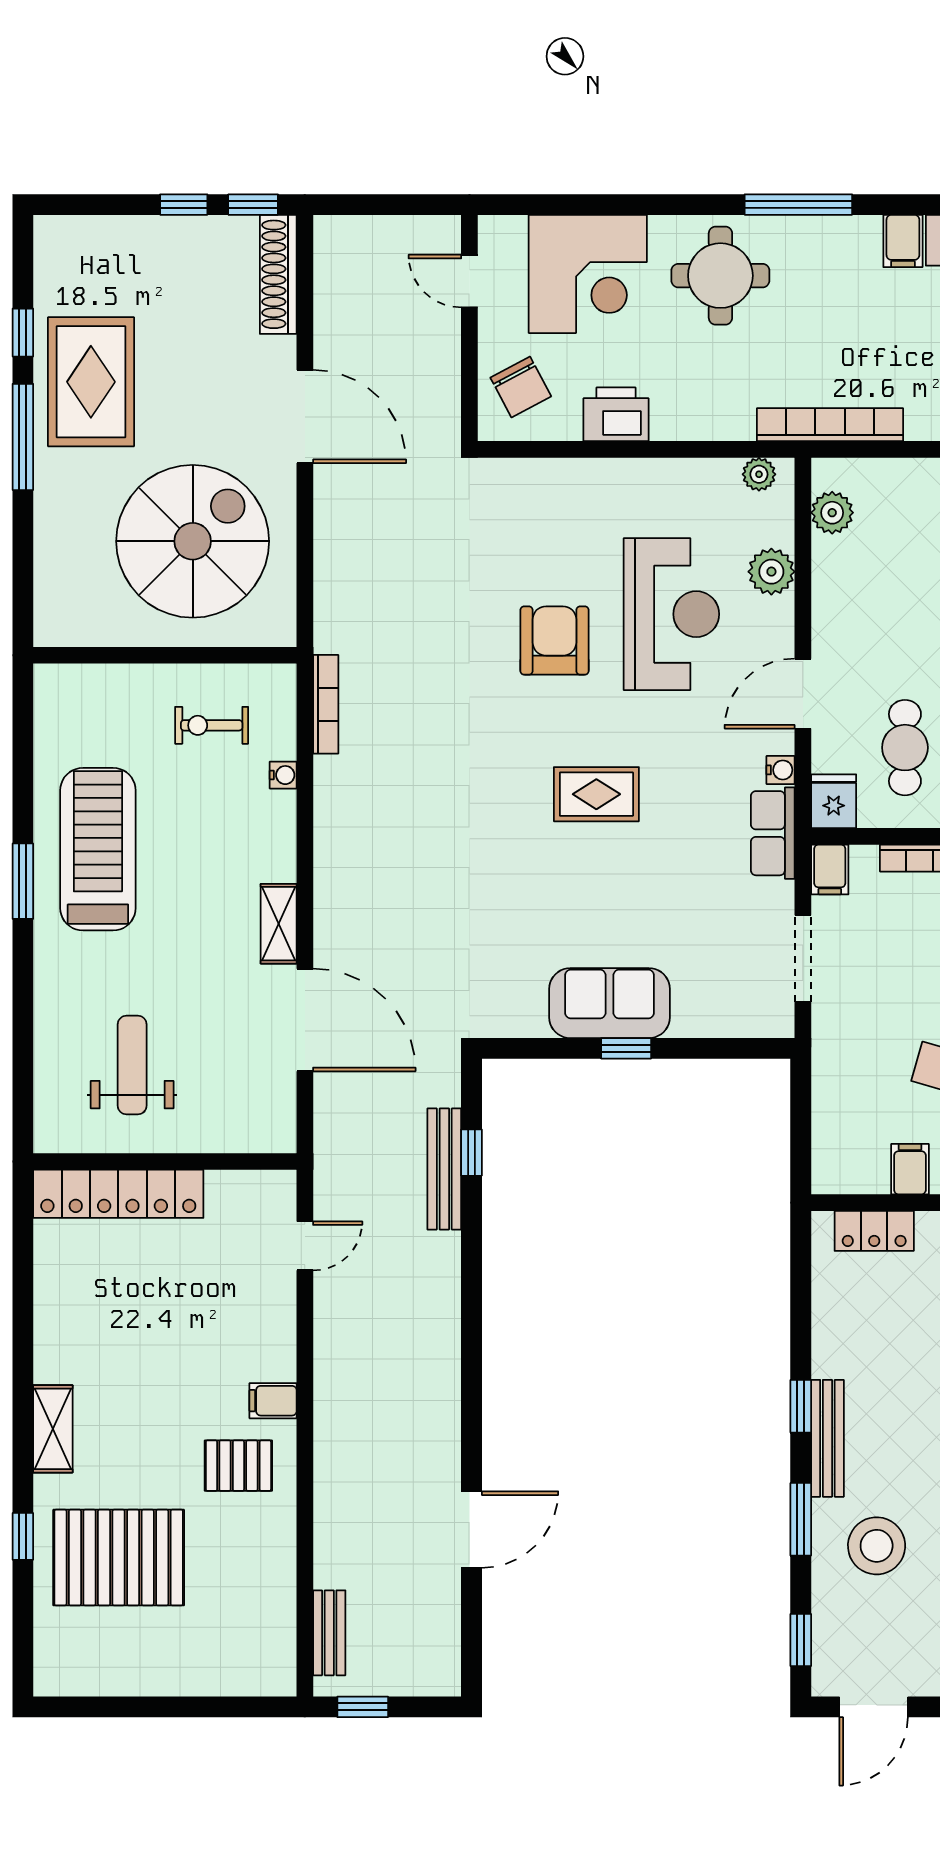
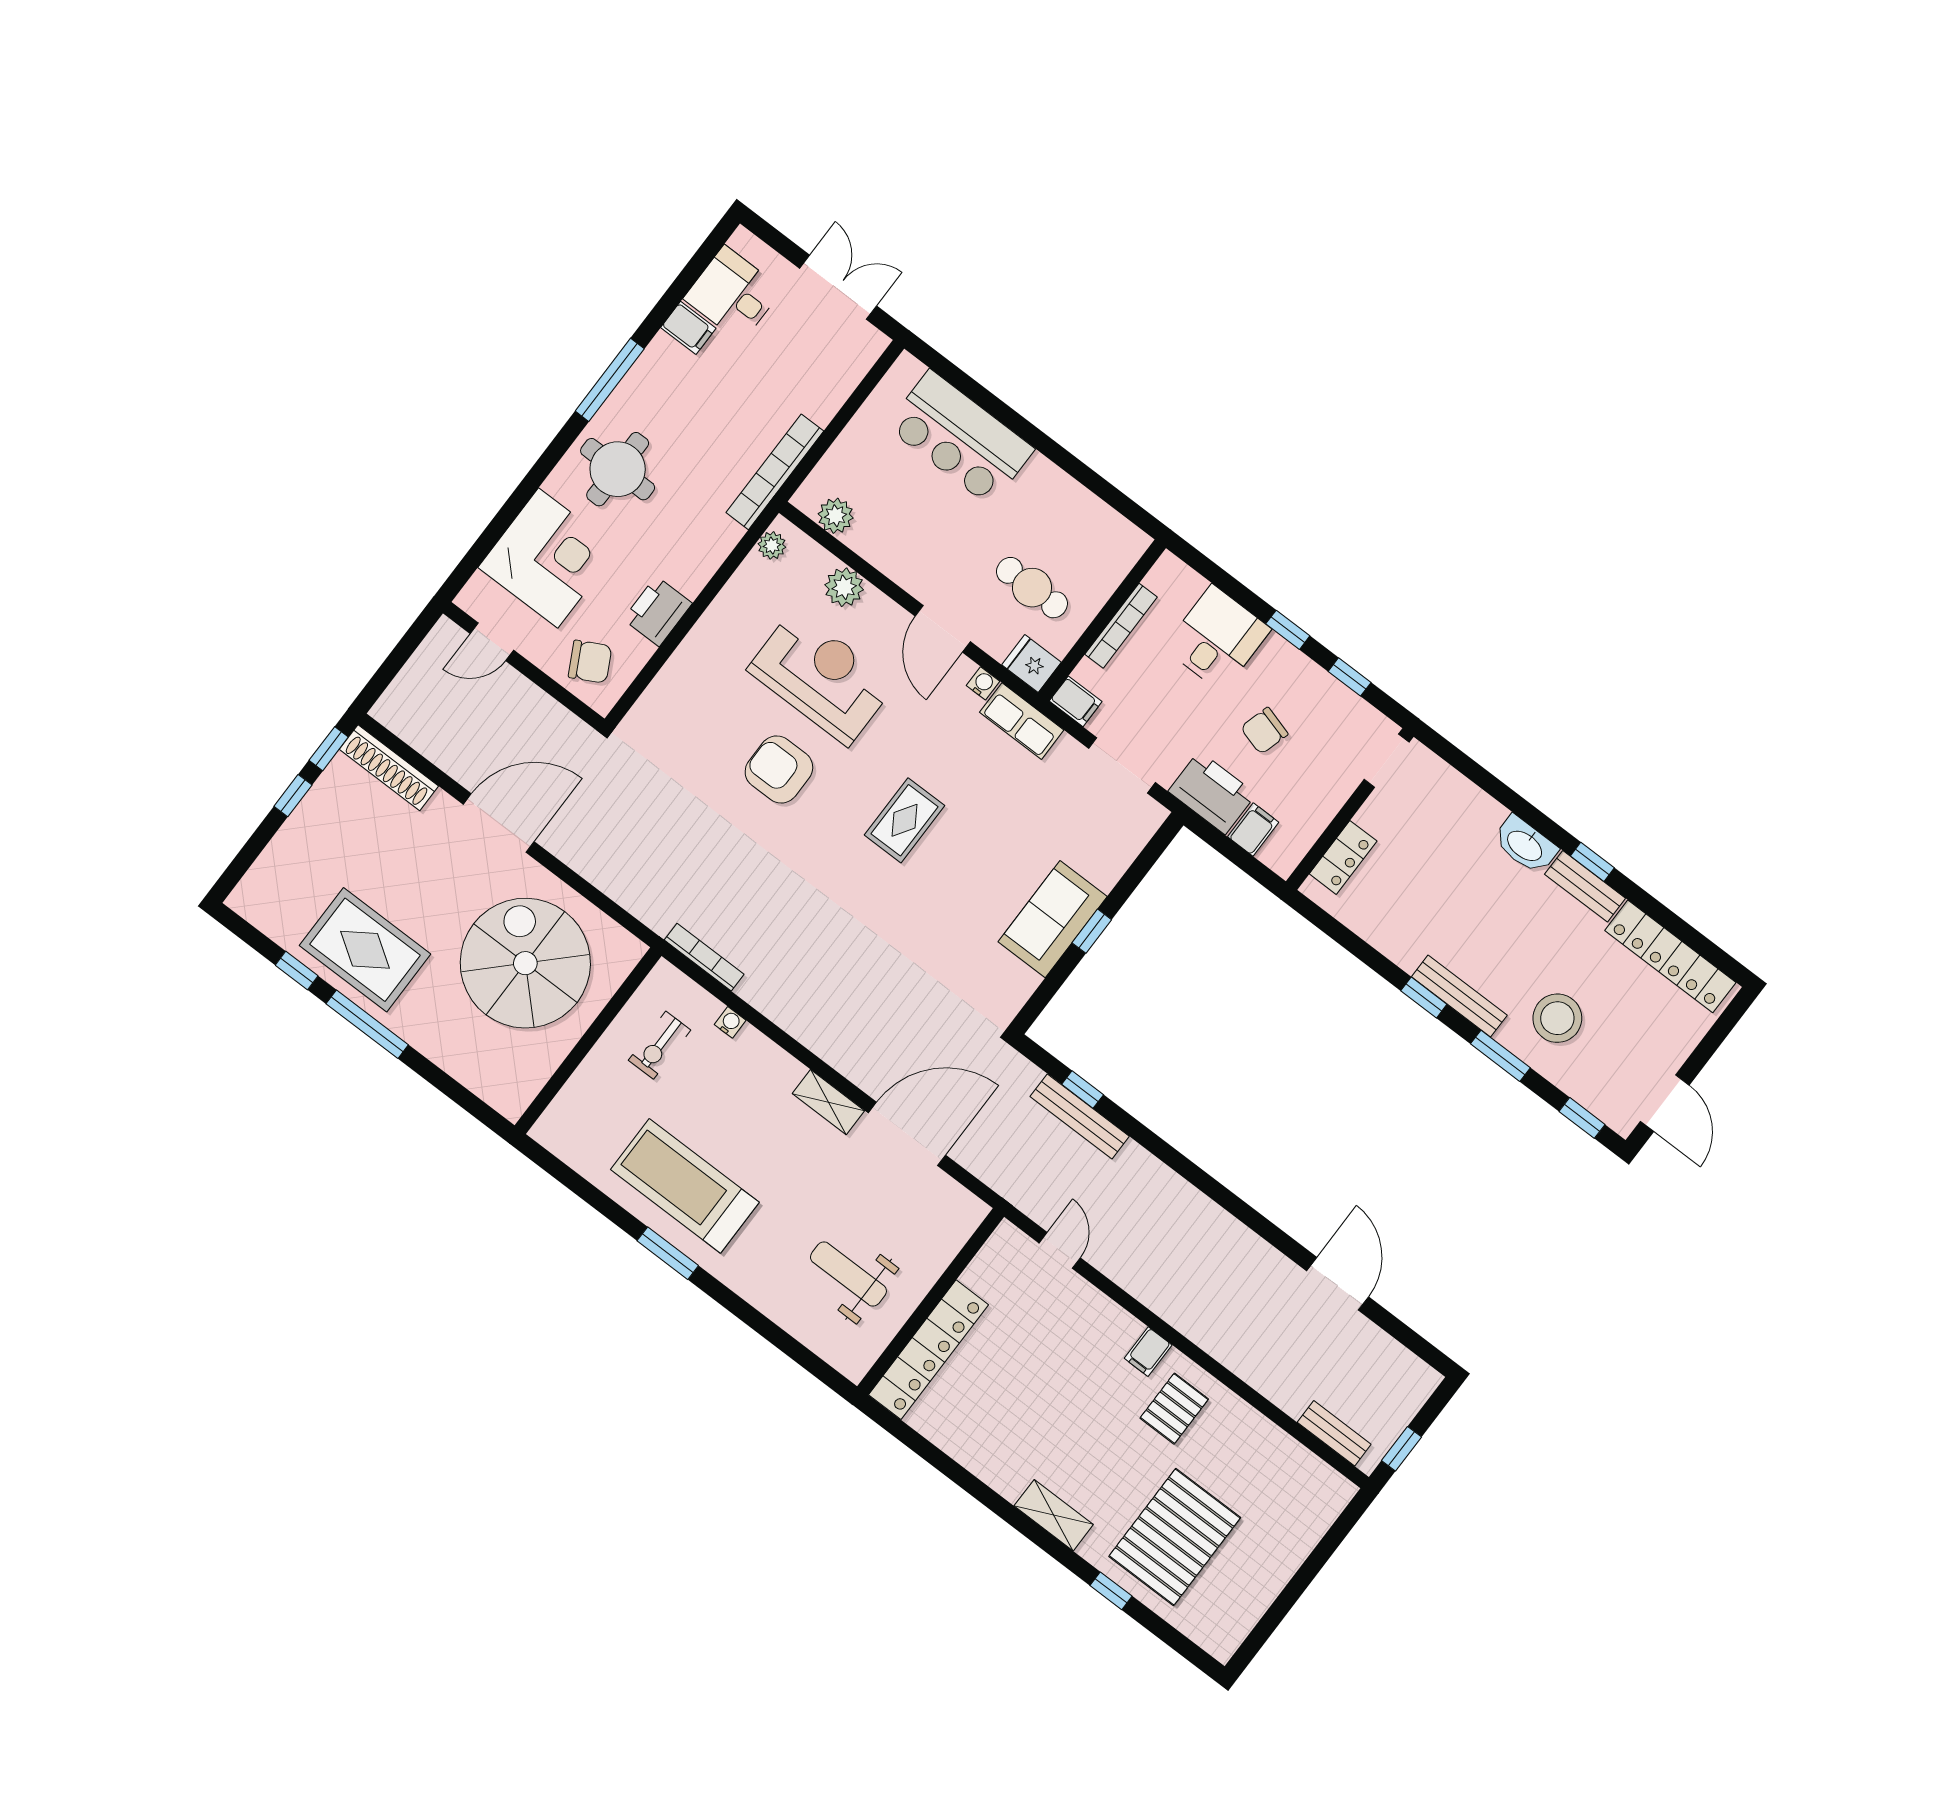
printer: (842, 1062) -> (1212, 793), added
filing cabinet: (910, 1169) -> (1253, 829), moved, turned 90

